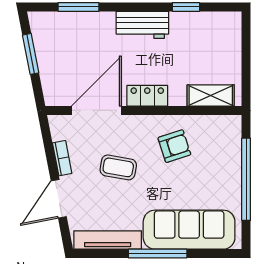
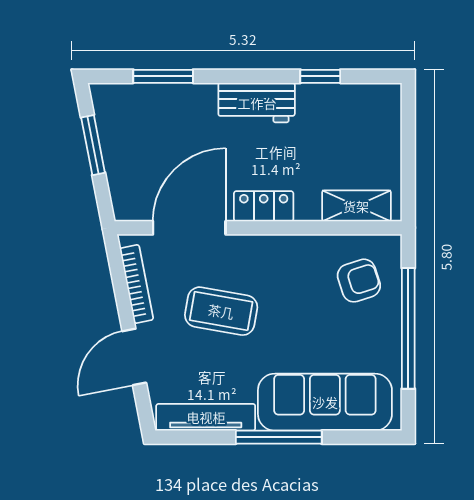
armchair: (174, 146) -> (359, 281), moved
bookcase: (62, 158) -> (137, 284), width x1.56
coffee table: (118, 167) -> (221, 311), width x1.36, depth x1.30

